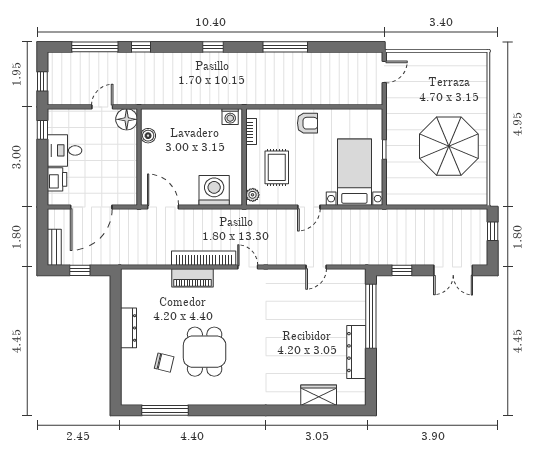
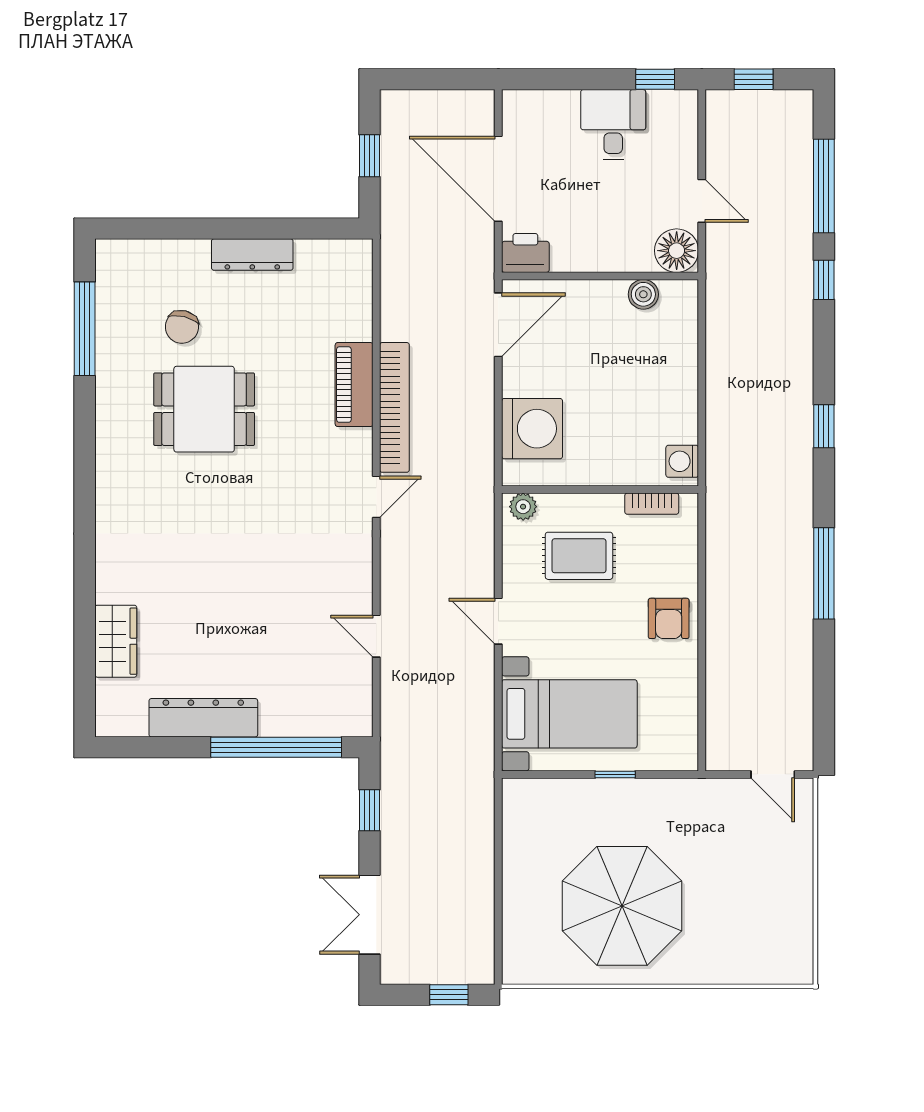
printer: (57, 179) -> (525, 253), moved, turned 180
bench: (54, 247) -> (416, 103), removed

